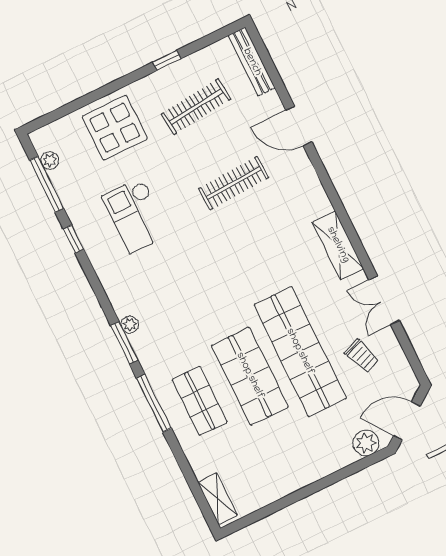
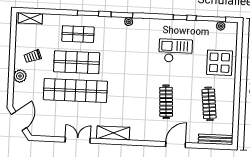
window: (167, 60) -> (237, 102), removed
trolley: (362, 356) -> (33, 56), moved
window: (154, 403) -> (88, 13), width x0.69
plant: (366, 443) -> (20, 76), moved

